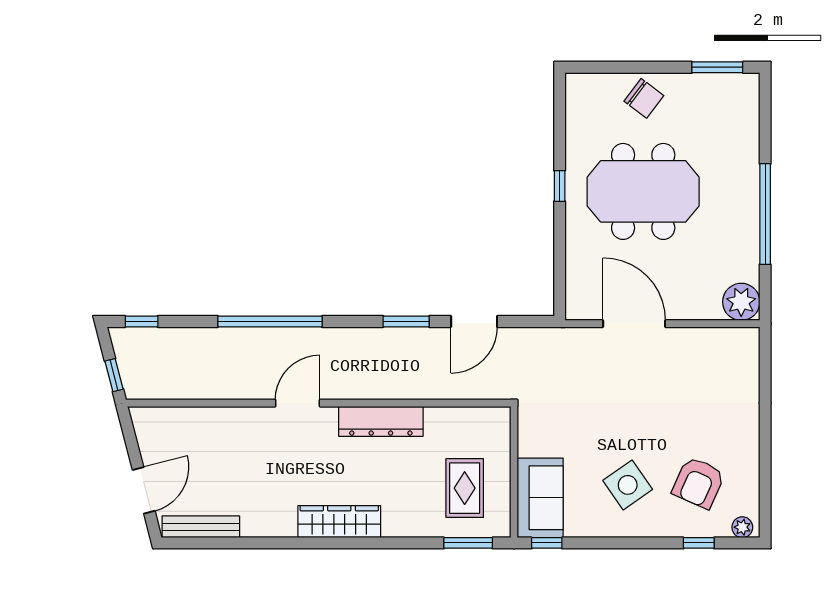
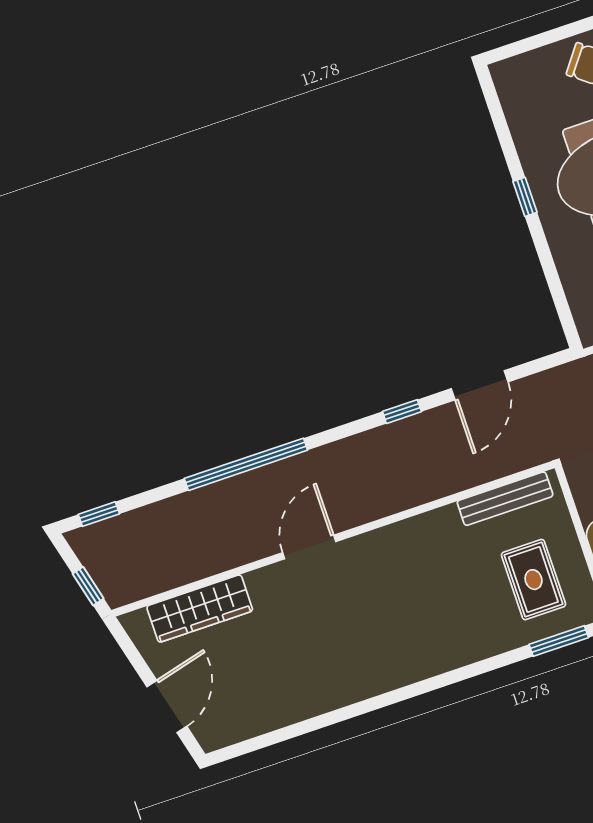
window: (406, 322) -> (402, 412), width x0.67
dresser: (381, 421) -> (412, 536), removed
wardrobe: (339, 522) -> (200, 609), moved, turned 180
bench: (201, 527) -> (505, 499), moved

